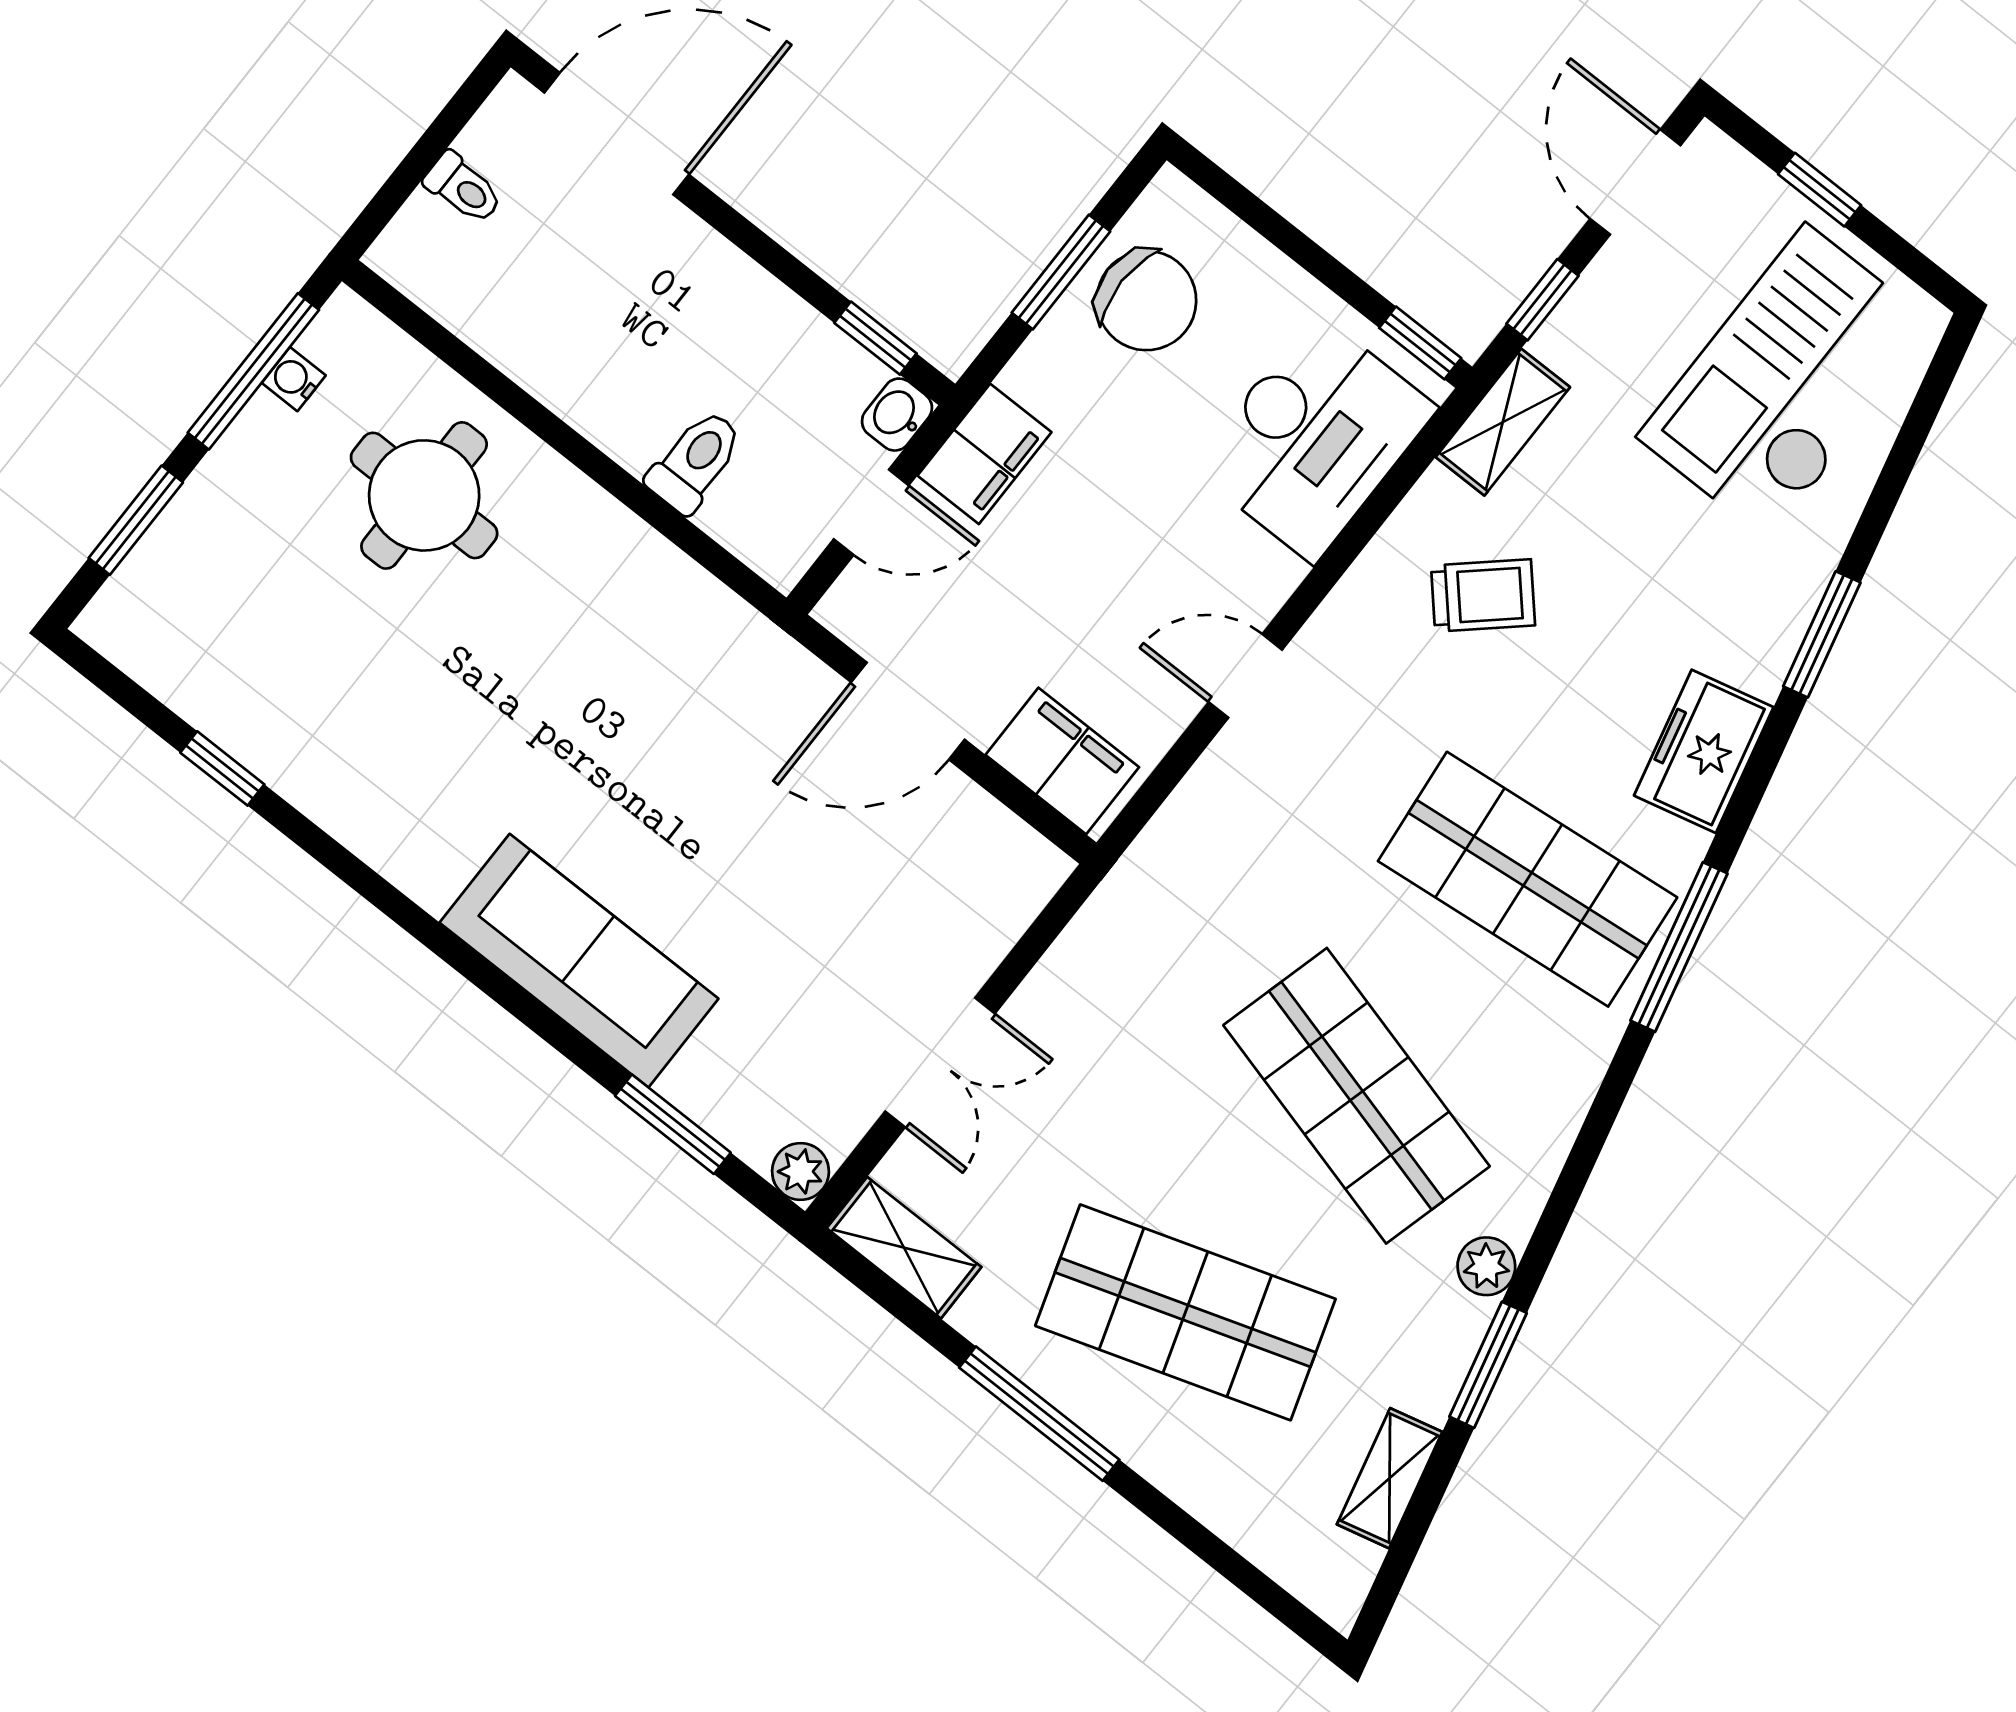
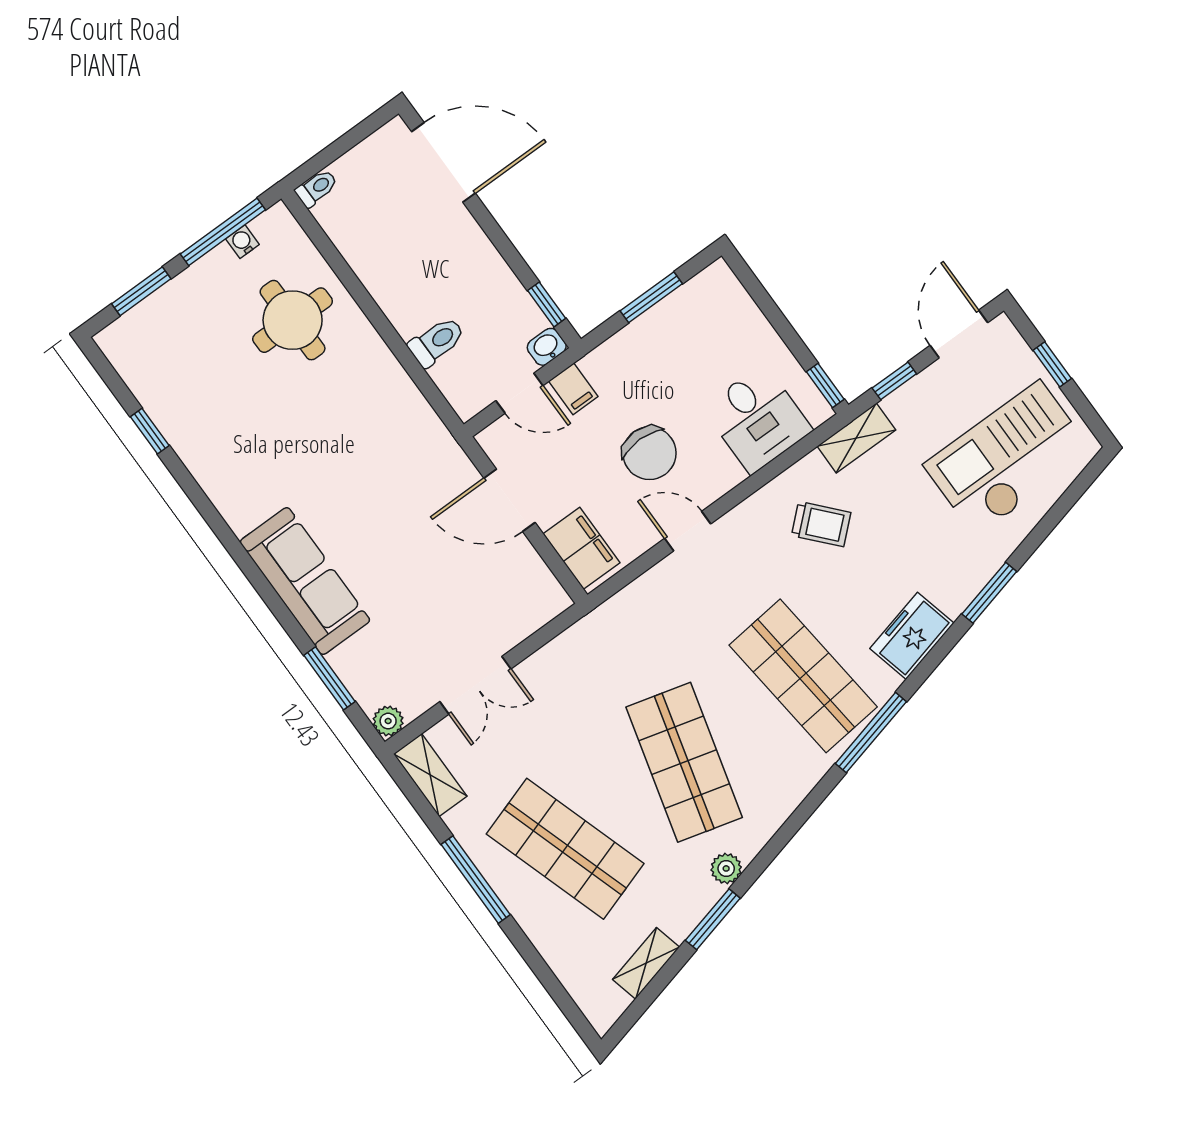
toilet: (463, 188) -> (316, 188), moved, turned -90
chair: (1146, 301) -> (649, 453), moved
desk: (1315, 438) -> (757, 419), width x0.73
filing cabinet: (985, 454) -> (573, 389), width x0.50

